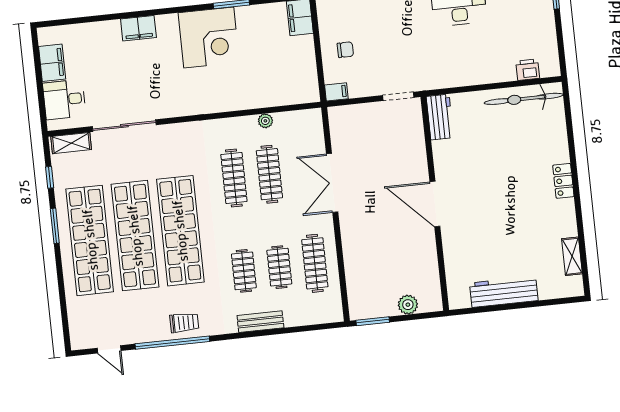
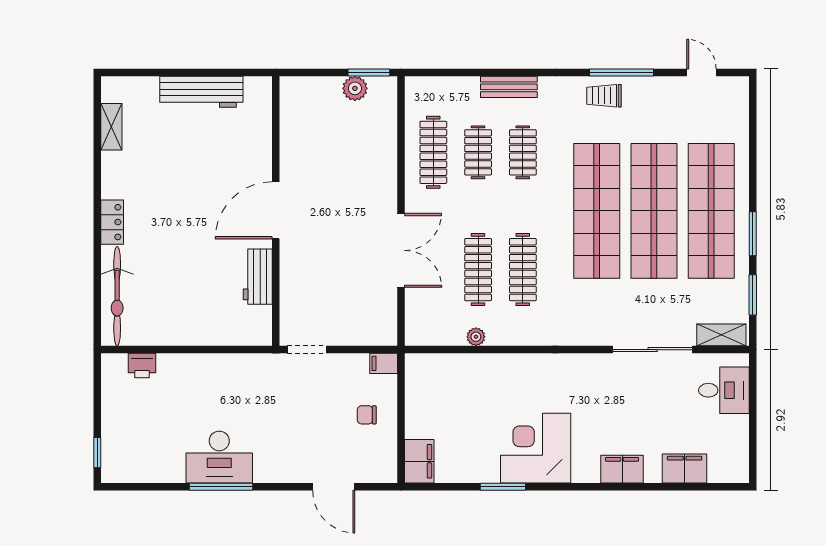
filing cabinet: (52, 63) -> (685, 469), moved, turned 90
bicycle: (524, 99) -> (117, 296), moved, turned 90
workbench: (440, 117) -> (258, 277), moved
window: (50, 177) -> (753, 295), width x1.50
door: (435, 204) -> (276, 210), swing flipped
plant: (408, 305) -> (355, 88), moved
window: (172, 343) -> (622, 72), width x0.68

